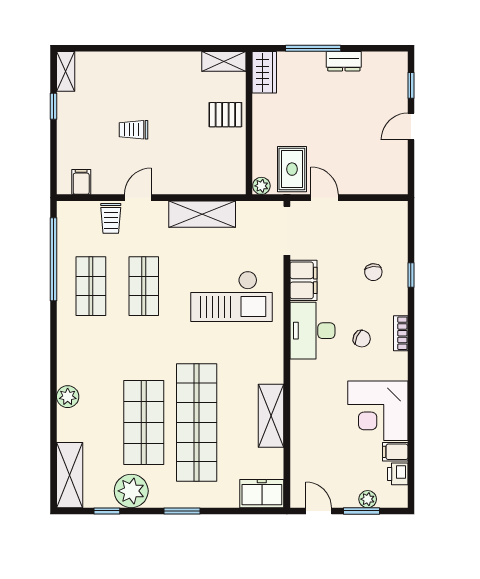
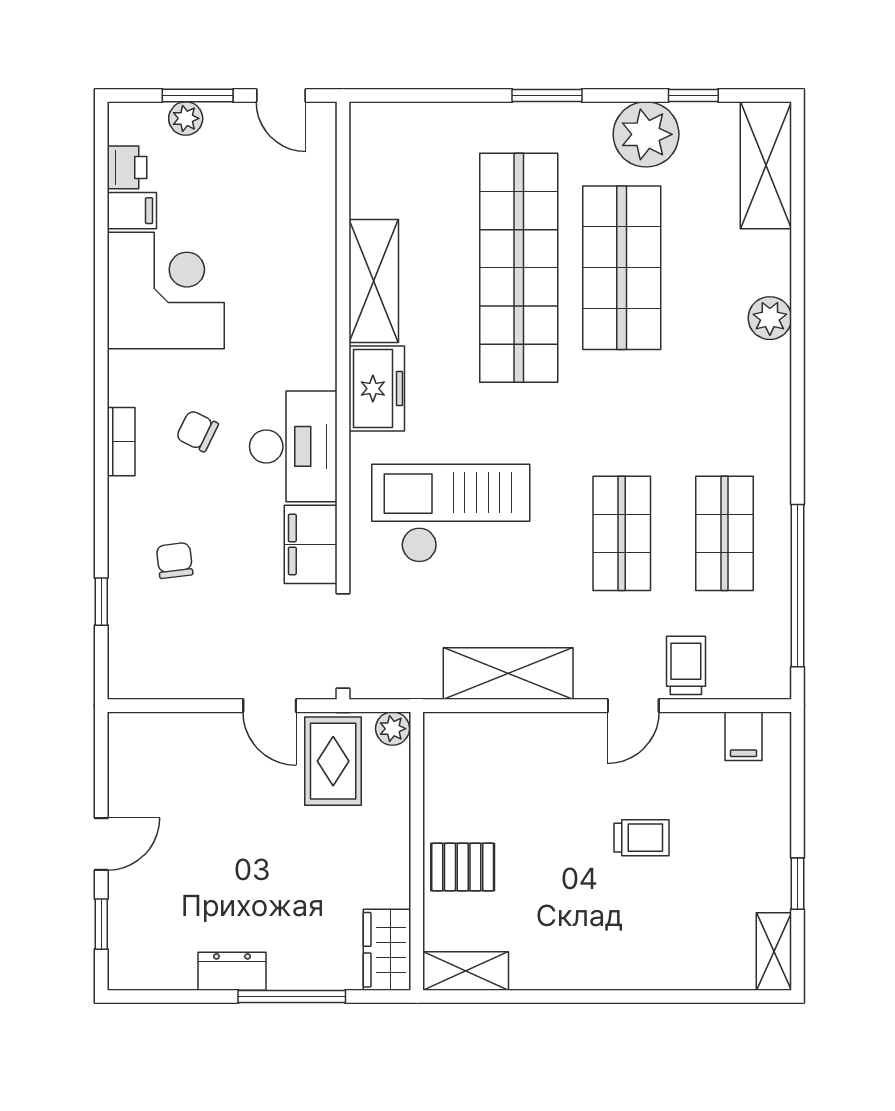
window: (411, 275) -> (101, 602), moved
freezer: (262, 494) -> (377, 389), moved, turned -90

